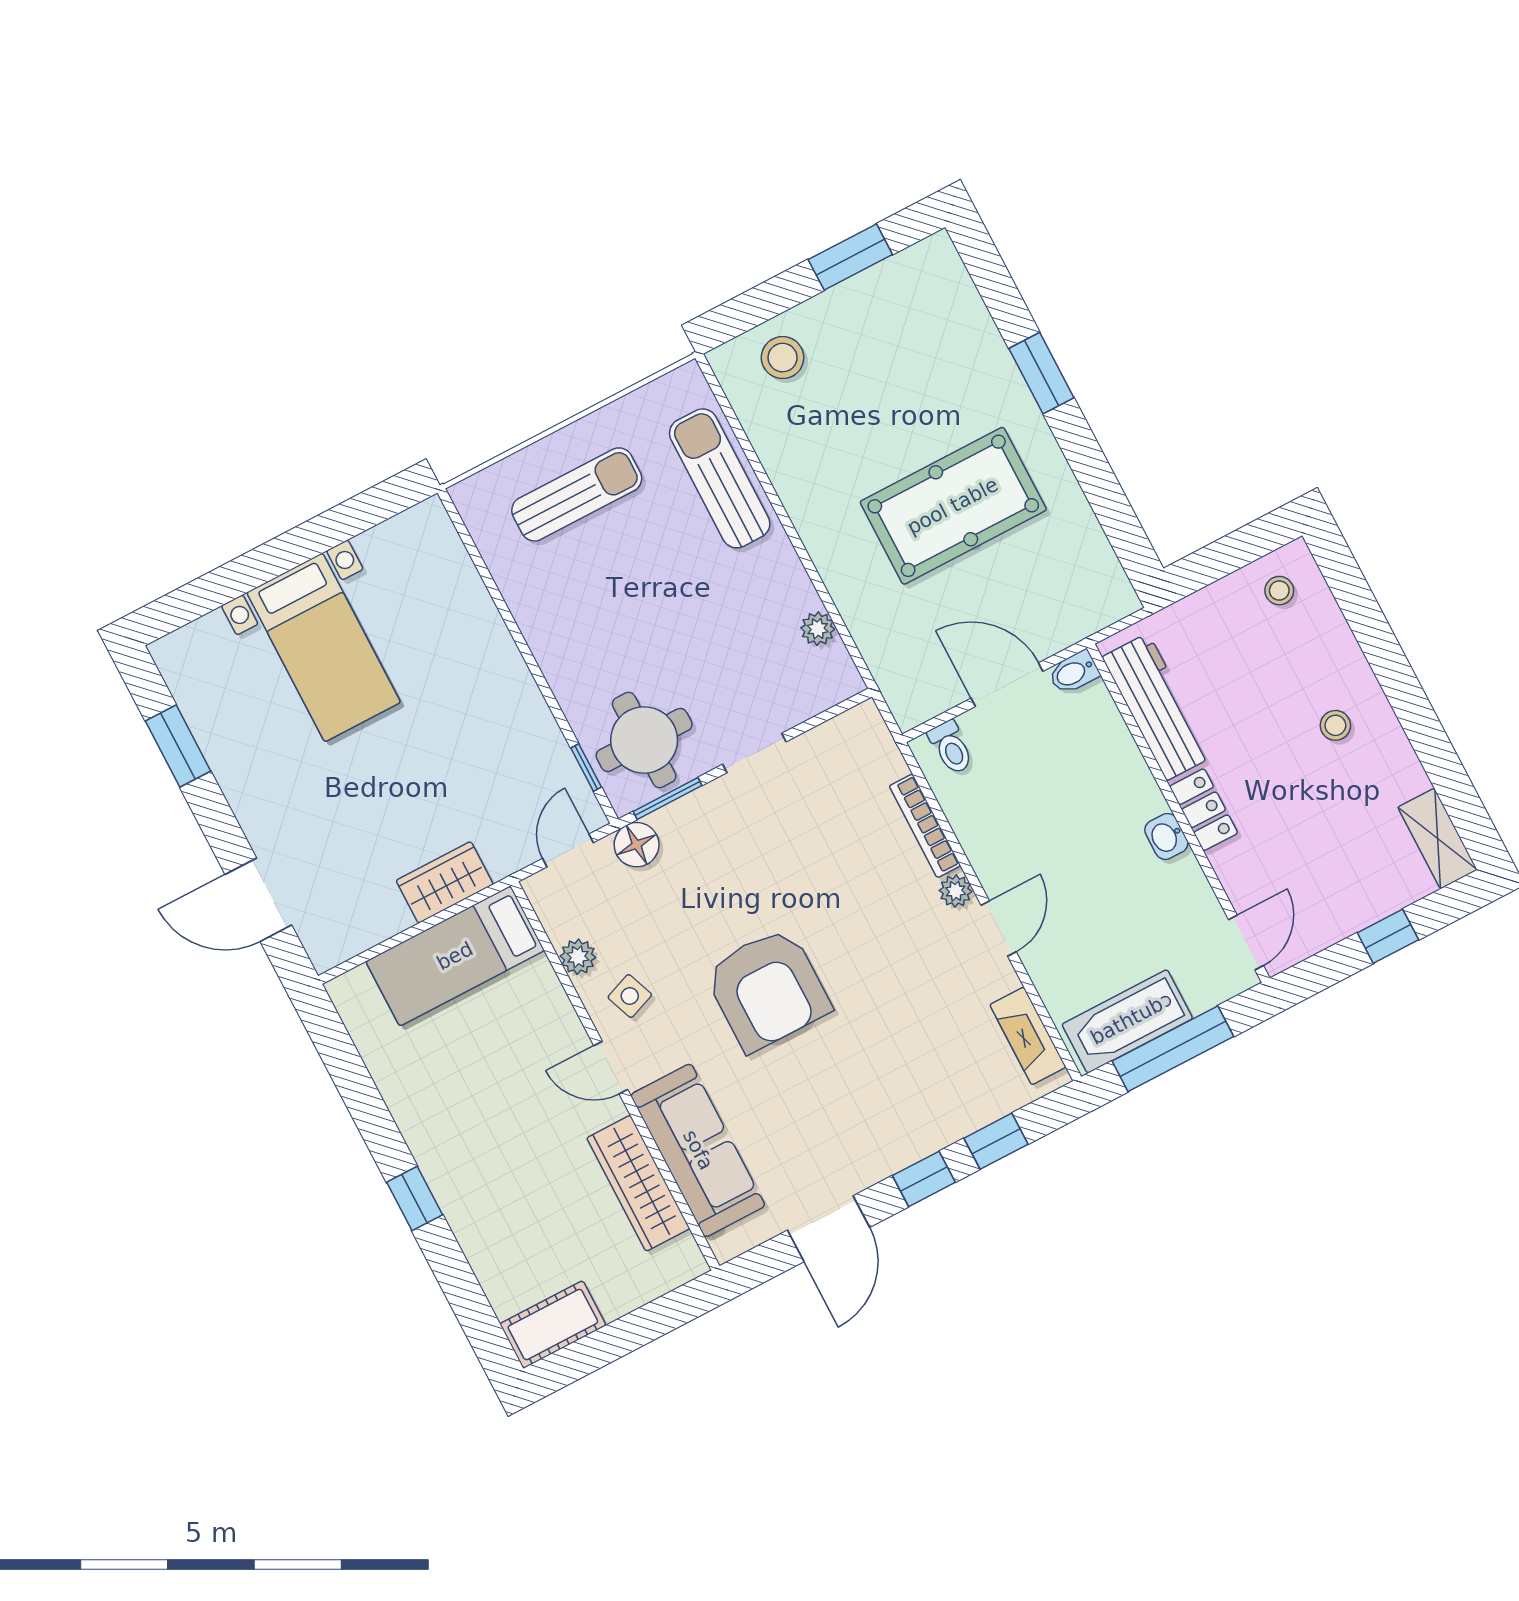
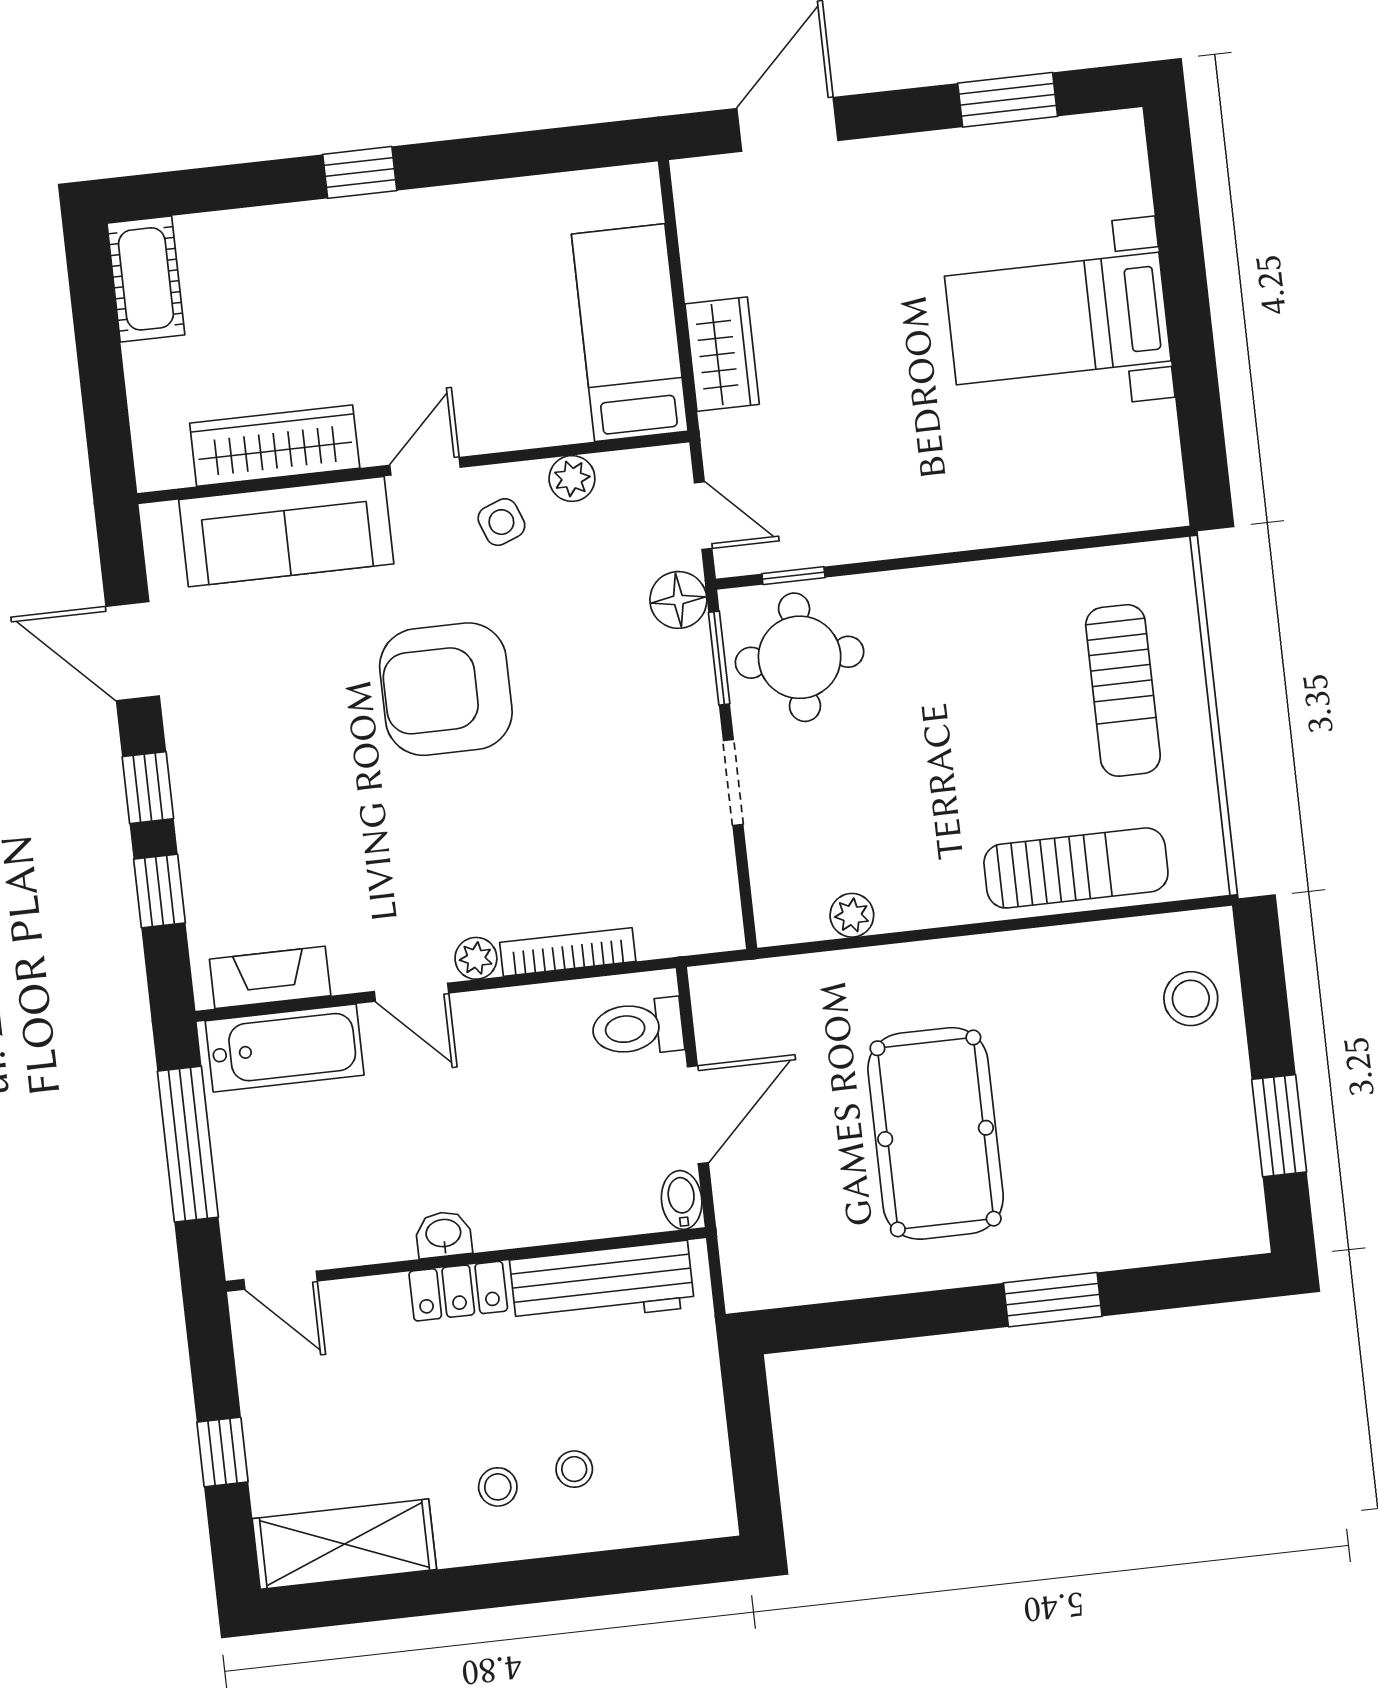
stool: (1279, 591) -> (574, 1469), moved
toilet: (951, 747) -> (638, 1028), width x1.37, depth x1.39
shelving: (1438, 838) -> (344, 1544), width x1.50, depth x1.33
bathtub: (1127, 1021) -> (285, 1048), moved, turned 90

